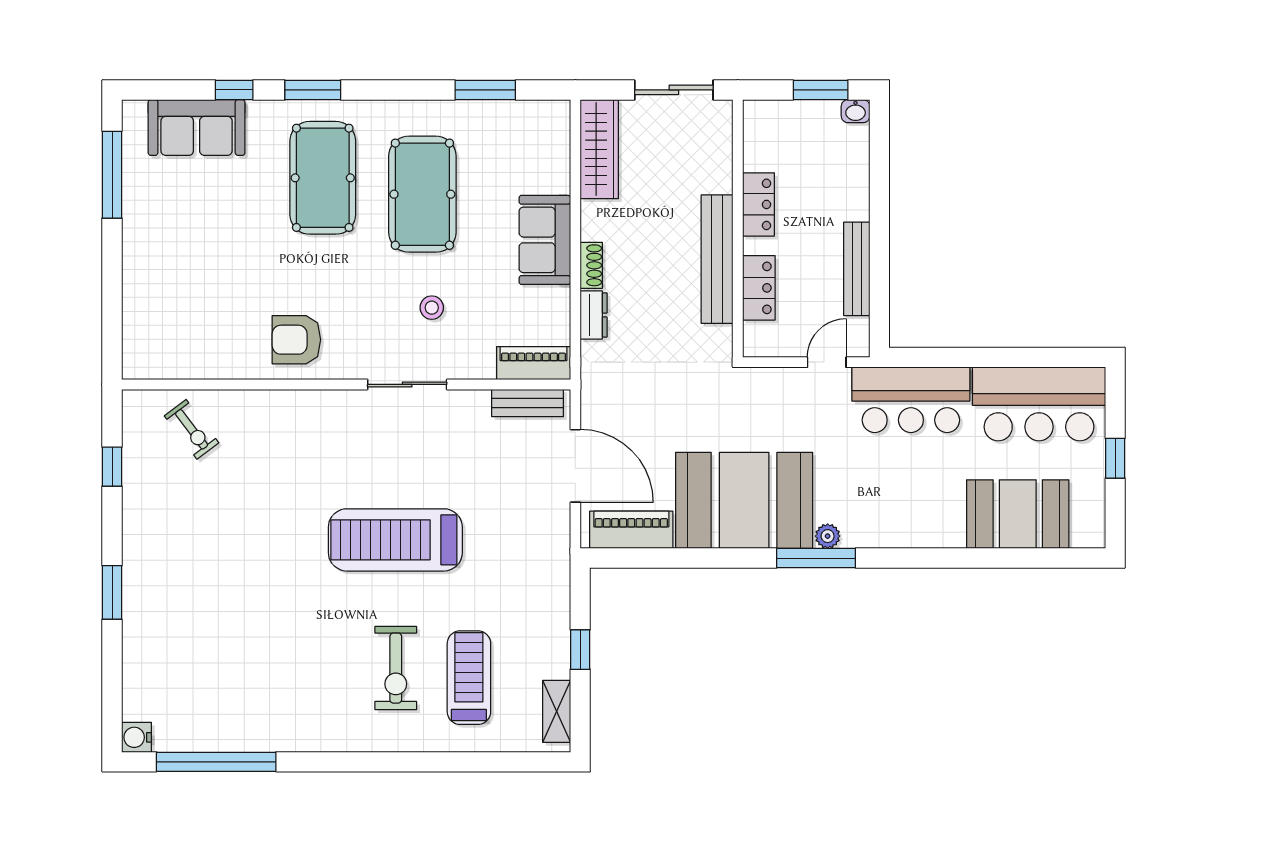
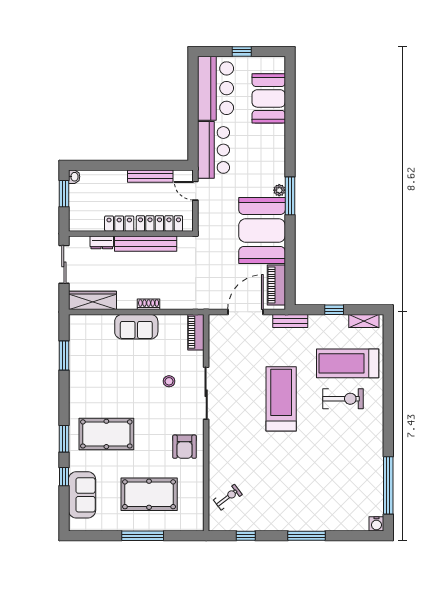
window: (112, 175) -> (143, 536), moved
pool table: (422, 194) -> (149, 494), moved
locker: (759, 288) -> (159, 223), width x1.53
dresser: (594, 315) -> (102, 242), moved, turned 180
sliding door: (407, 384) -> (206, 393), width x1.37
bench: (528, 403) -> (290, 321), moved, turned 90
treadmill: (395, 540) -> (281, 399), turned 180
window: (112, 592) -> (307, 536), width x1.44
treadmill: (469, 678) -> (348, 363), width x1.37, depth x1.38

